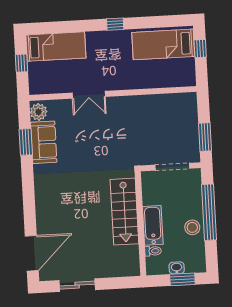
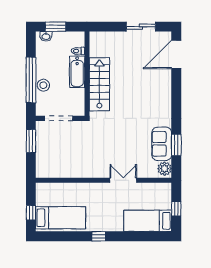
stool: (192, 227) -> (43, 85), moved
washbasin: (177, 268) -> (46, 36), moved

